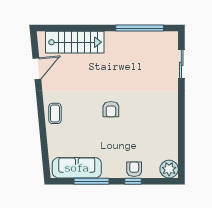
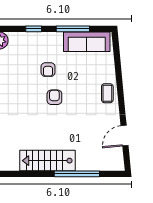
window: (140, 28) -> (77, 174), moved
stairs: (75, 42) -> (47, 161), moved
armchair: (134, 169) -> (48, 70), moved

